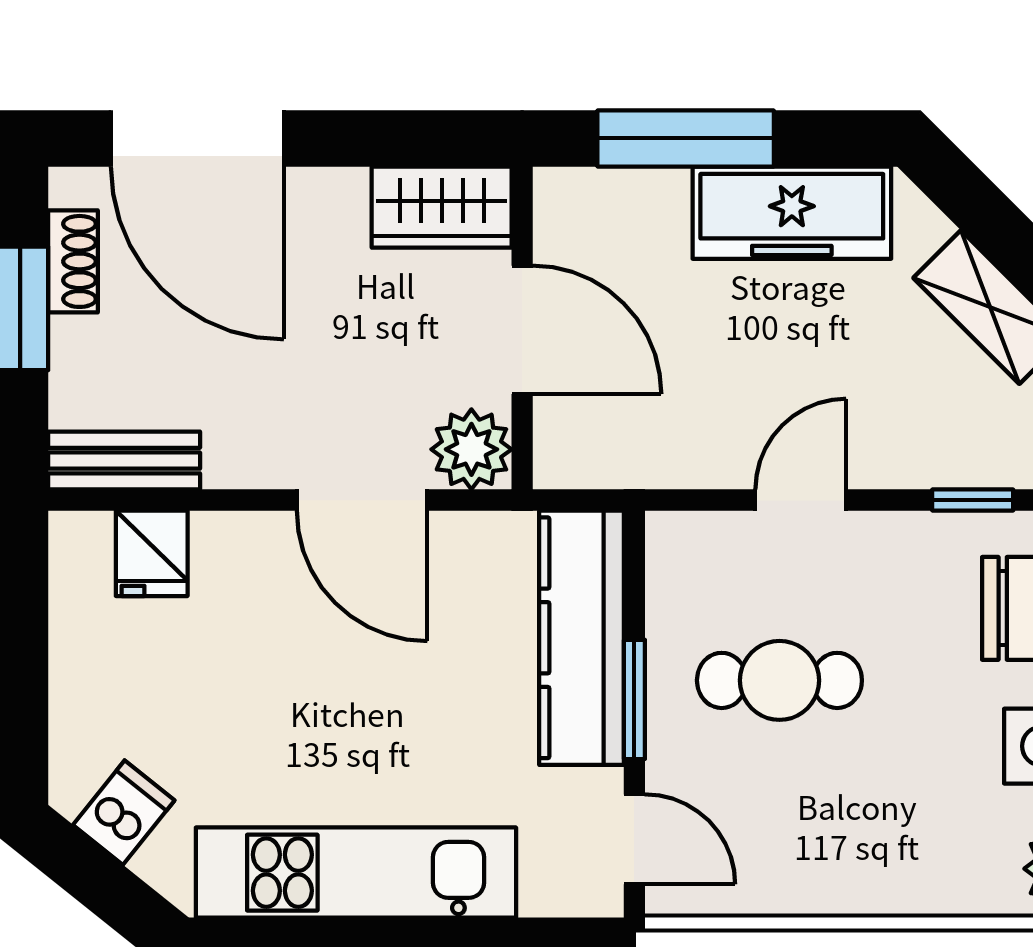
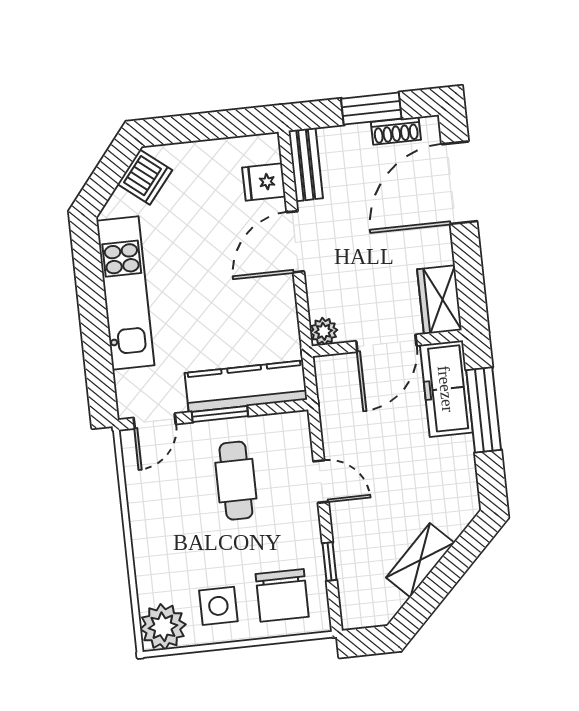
freezer: (792, 213) -> (446, 389), moved
plant: (471, 449) -> (324, 331), width x0.73, depth x0.73
door: (362, 500) -> (295, 242), moved
dishwasher: (124, 813) -> (145, 177), width x1.38

